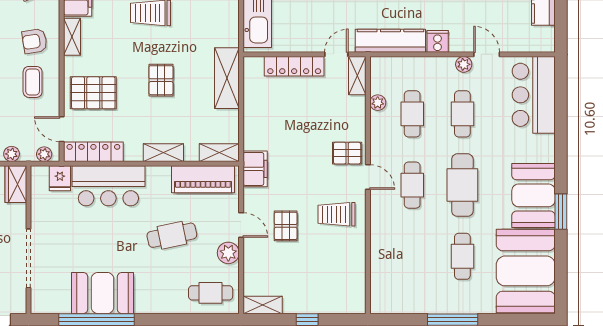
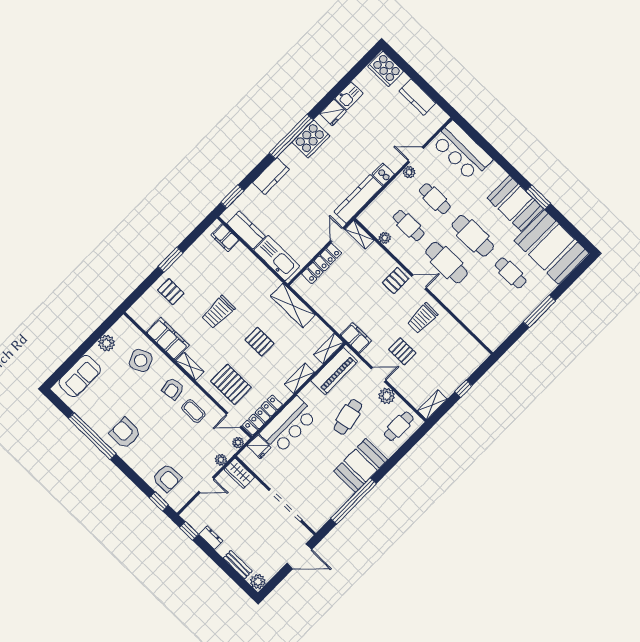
pallet: (93, 93) -> (231, 384), turned 90
cafe table: (412, 185) -> (447, 263), width x1.37, depth x1.35
booth: (103, 293) -> (361, 465), moved

